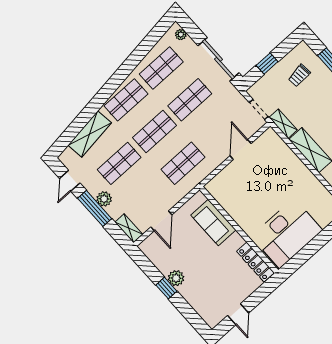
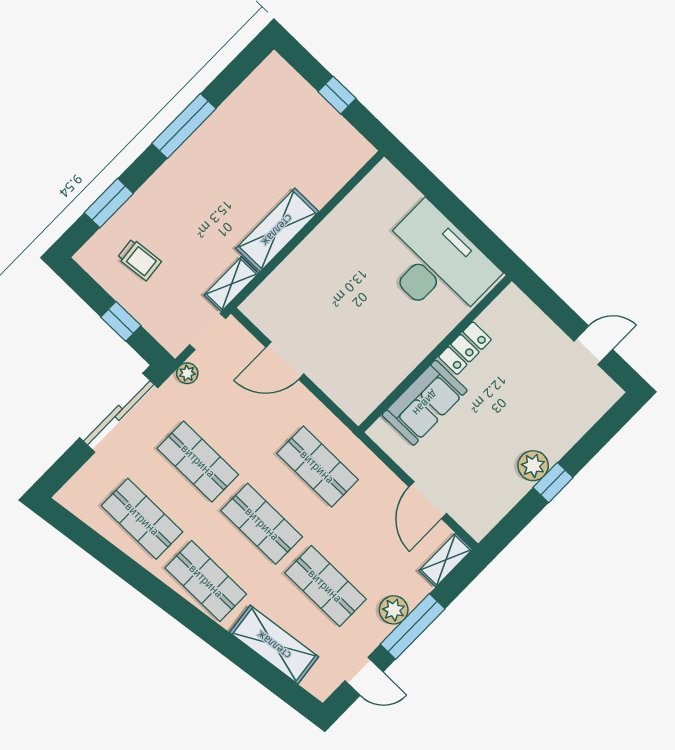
plant: (181, 35) -> (187, 373), moved
door: (161, 221) -> (428, 500), swing flipped
locker: (256, 262) -> (465, 348), moved, width x0.66

